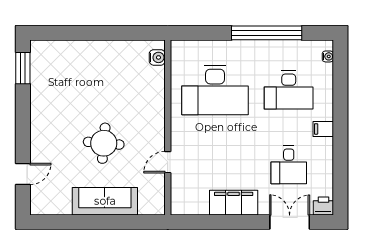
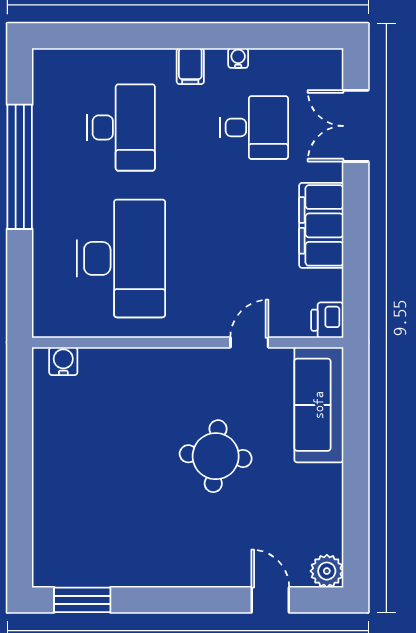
water cooler: (328, 56) -> (238, 58), moved
door: (168, 162) -> (249, 342), swing flipped
sofa: (105, 201) -> (319, 405), moved
plant: (39, 206) -> (327, 571), added
printer: (323, 206) -> (327, 320), moved

